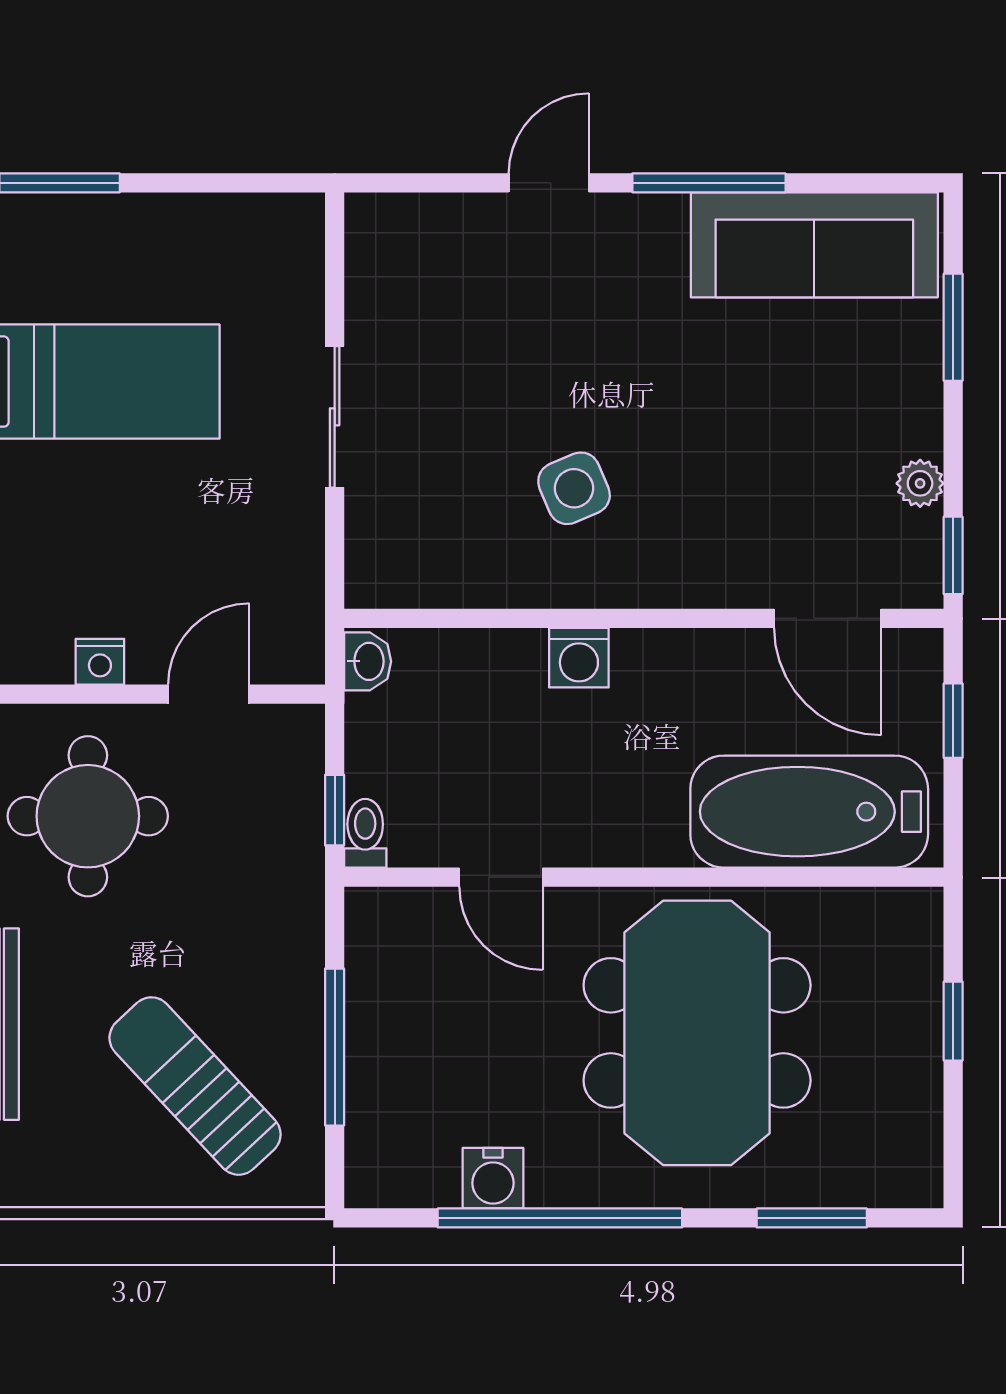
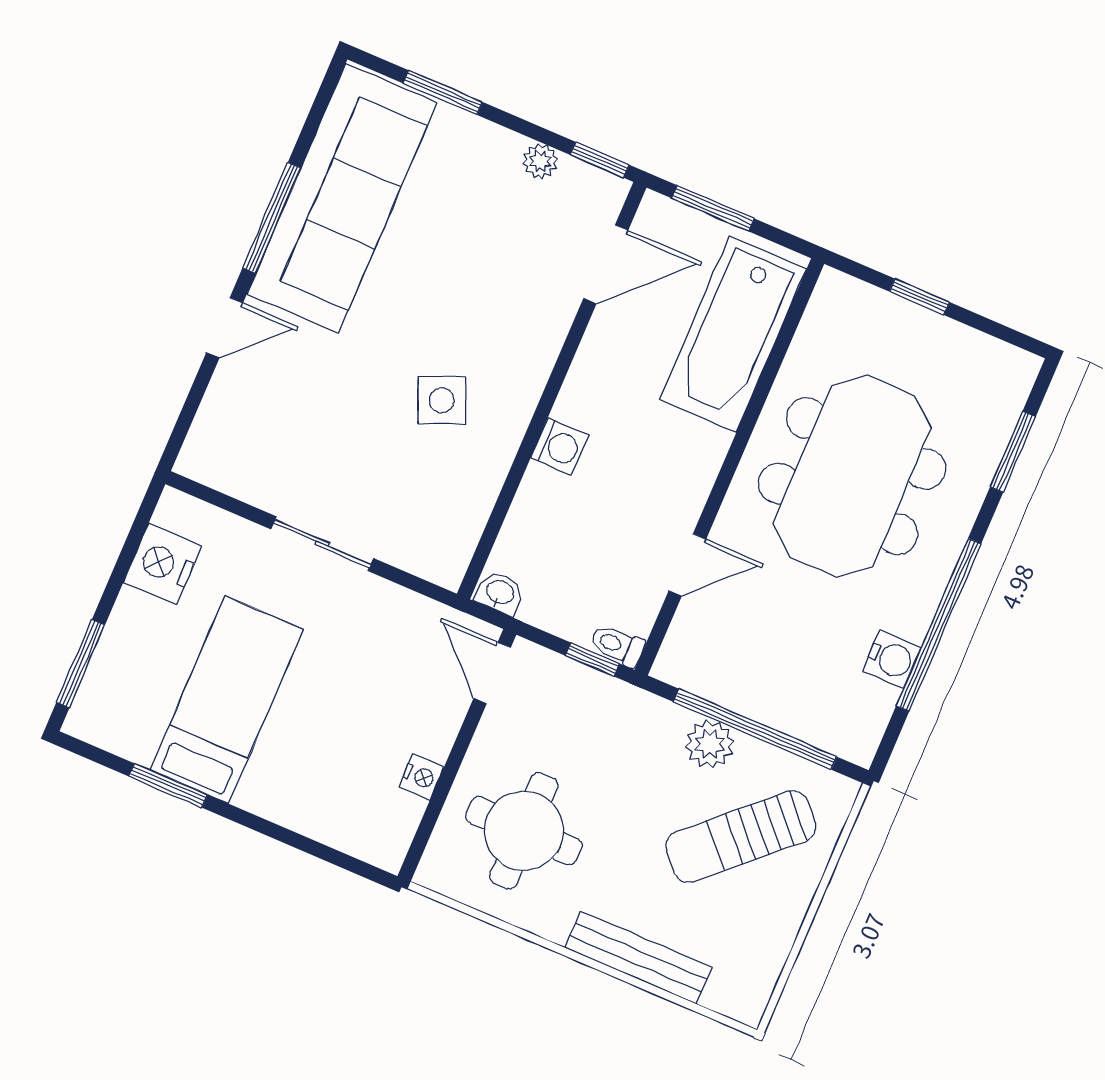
door: (549, 183) -> (225, 328), swing flipped
nightstand: (226, 231) -> (163, 564), added
sofa: (814, 245) -> (342, 198), width x1.36, depth x1.27
door: (209, 694) -> (492, 673), moved
window: (953, 721) -> (713, 208), width x1.50
plant: (292, 999) -> (710, 744), added
meeting table: (697, 1033) -> (852, 476), turned 90
window: (335, 1047) -> (755, 729), width x1.46

